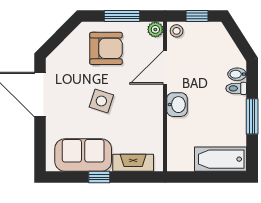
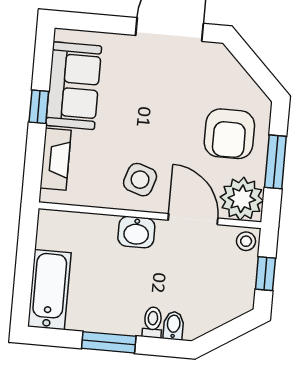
plant: (155, 29) -> (242, 199), width x1.88, depth x1.88
side table: (101, 101) -> (140, 180), moved

